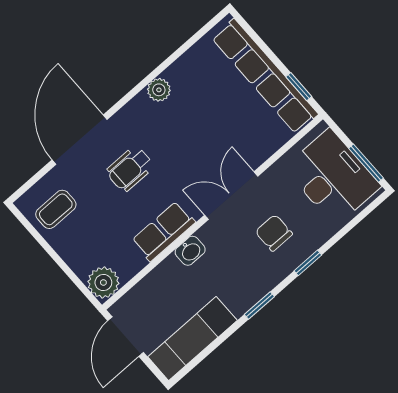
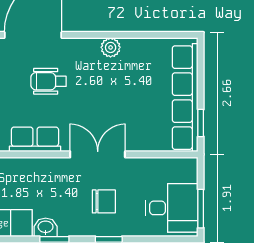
desk: (332, 177) -> (172, 208), width x0.73
chair: (274, 233) -> (104, 201), turned 90
washbasin: (190, 251) -> (46, 227), moved, turned 180

